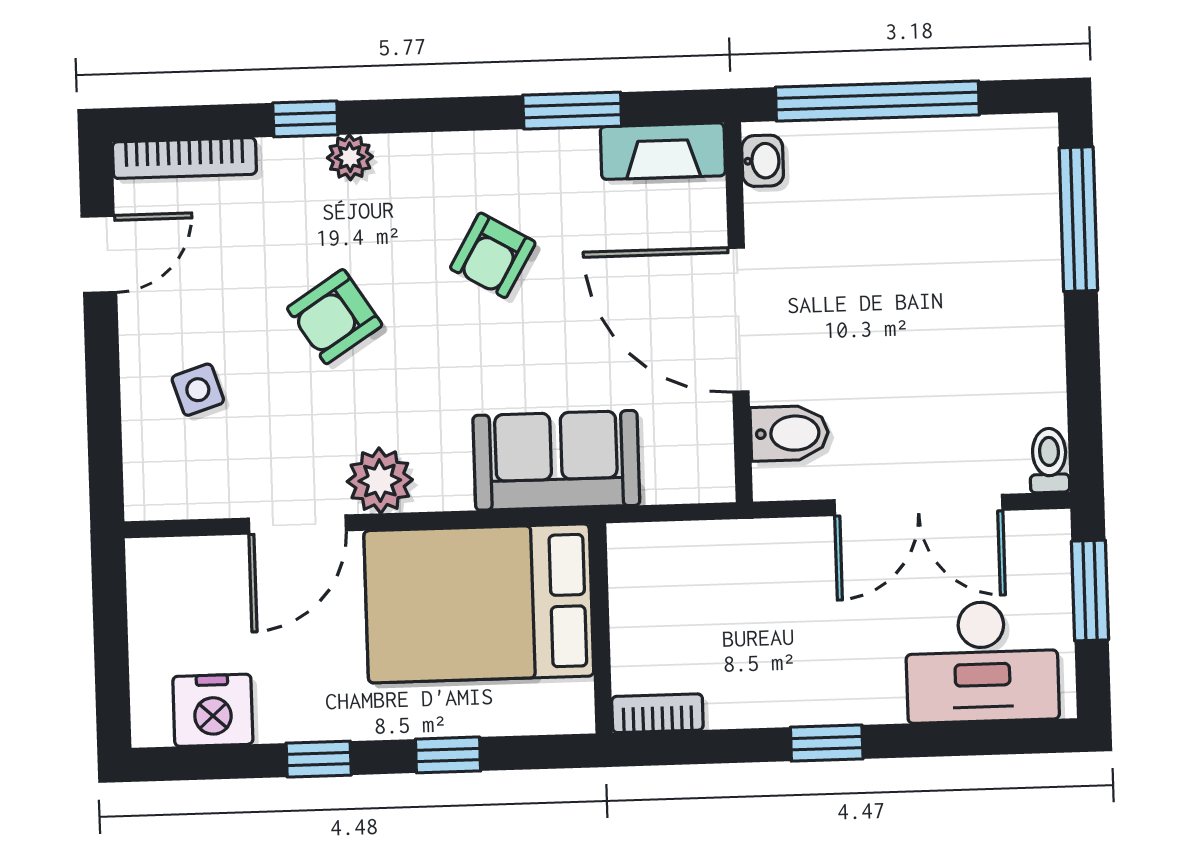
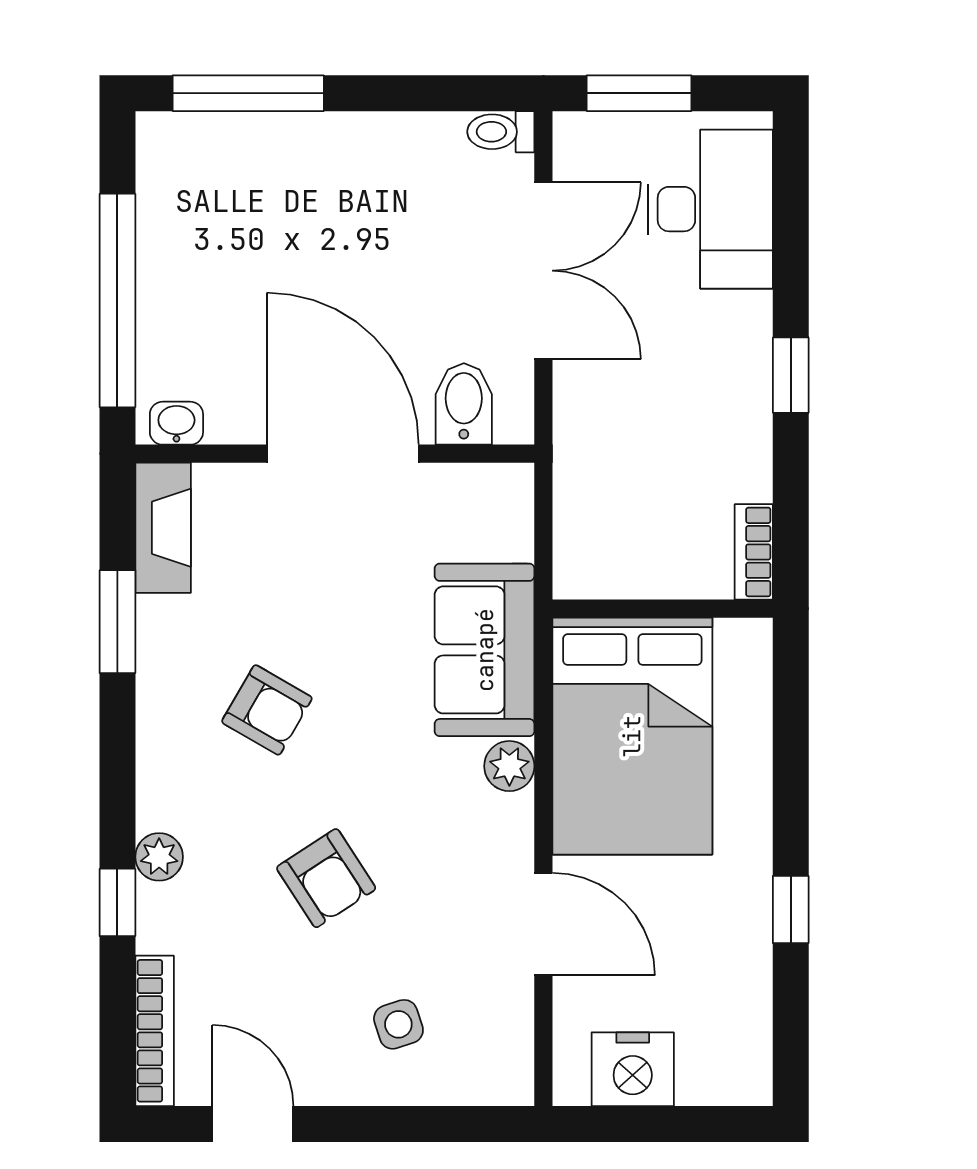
door: (739, 320) -> (343, 454), swing flipped
plant: (380, 481) -> (509, 766), moved, width x0.73, depth x0.73
nightstand: (213, 710) -> (633, 1069), moved, turned 90
window: (448, 755) -> (791, 773), removed

